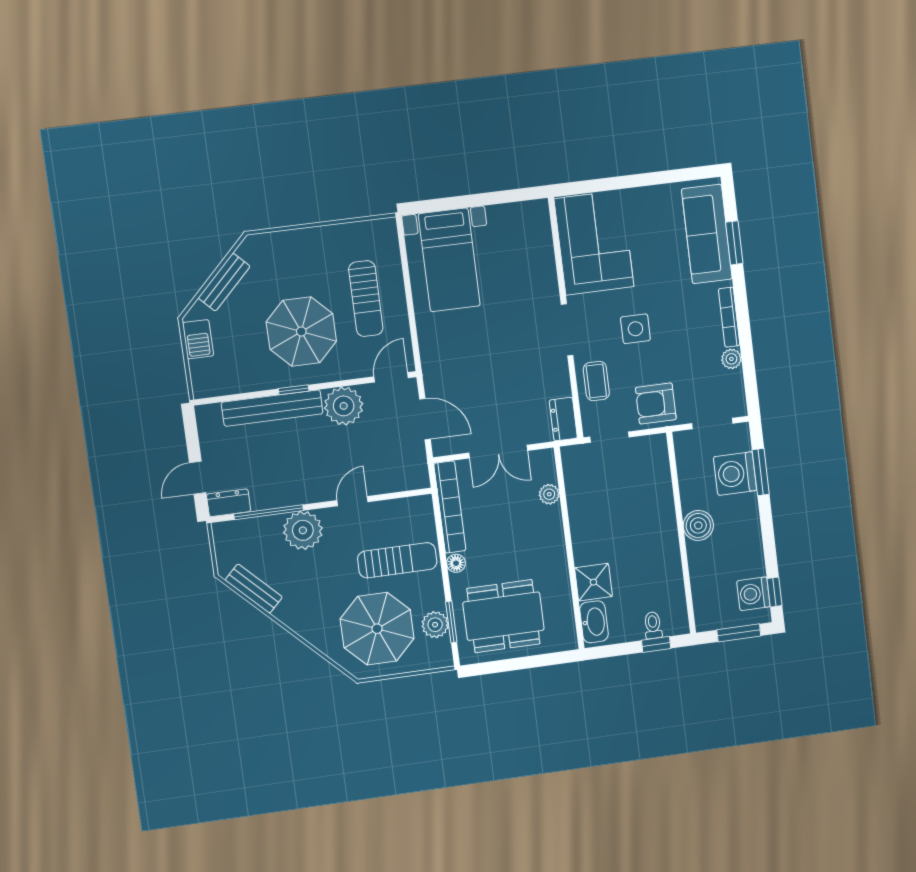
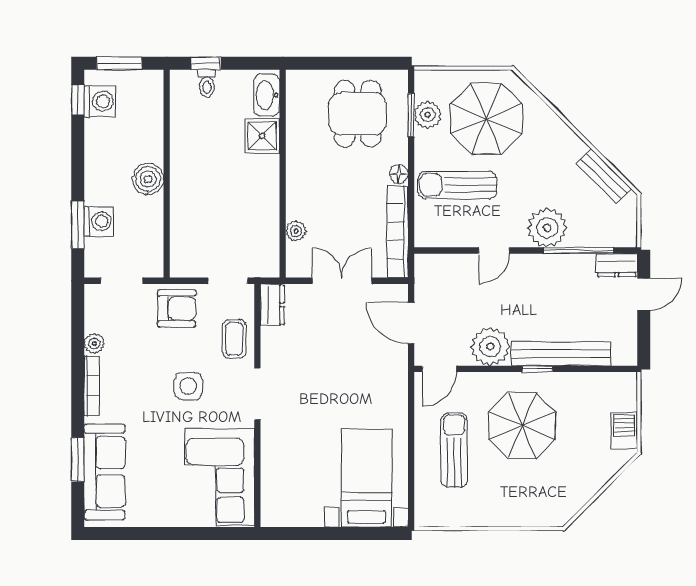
bench: (224, 282) -> (591, 484), removed
washing machine: (735, 474) -> (99, 221), width x0.73, depth x0.73
dining table: (503, 616) -> (358, 114), width x0.73

